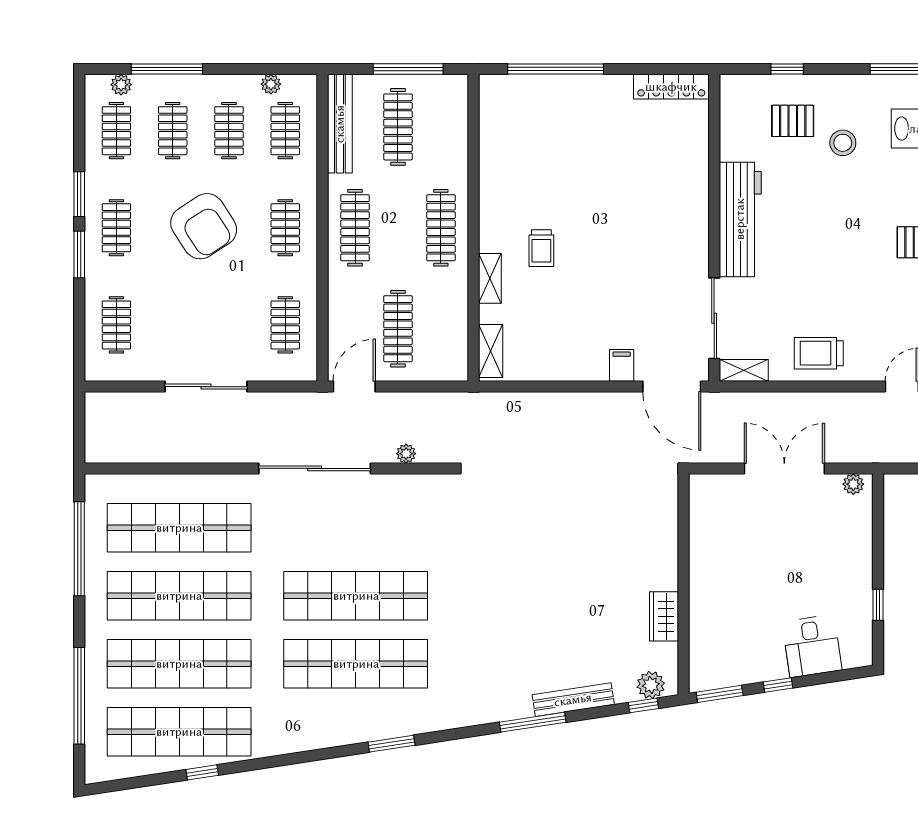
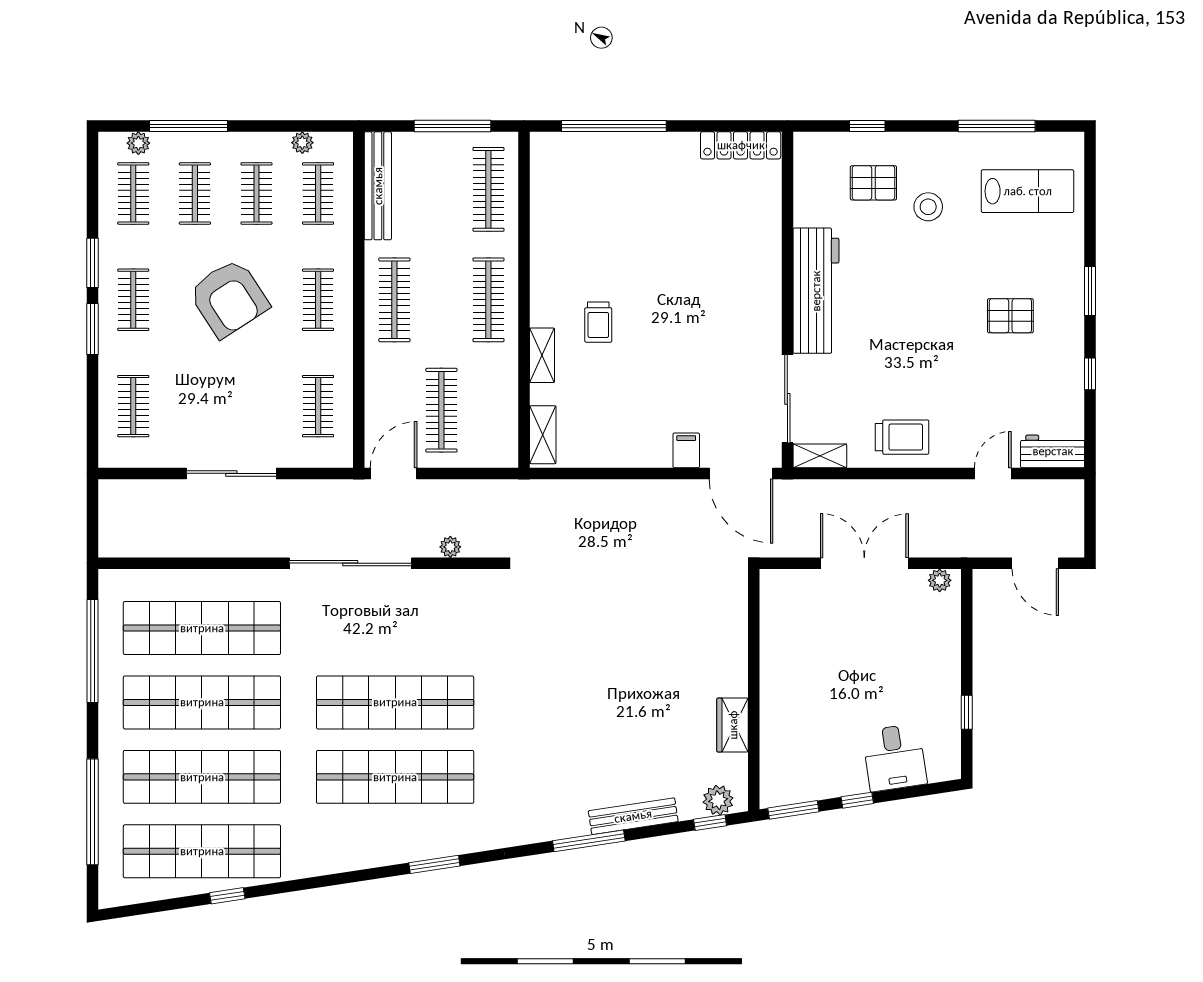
clothes rail: (398, 127) -> (488, 189), moved
trolley: (819, 353) -> (902, 437), turned 180

